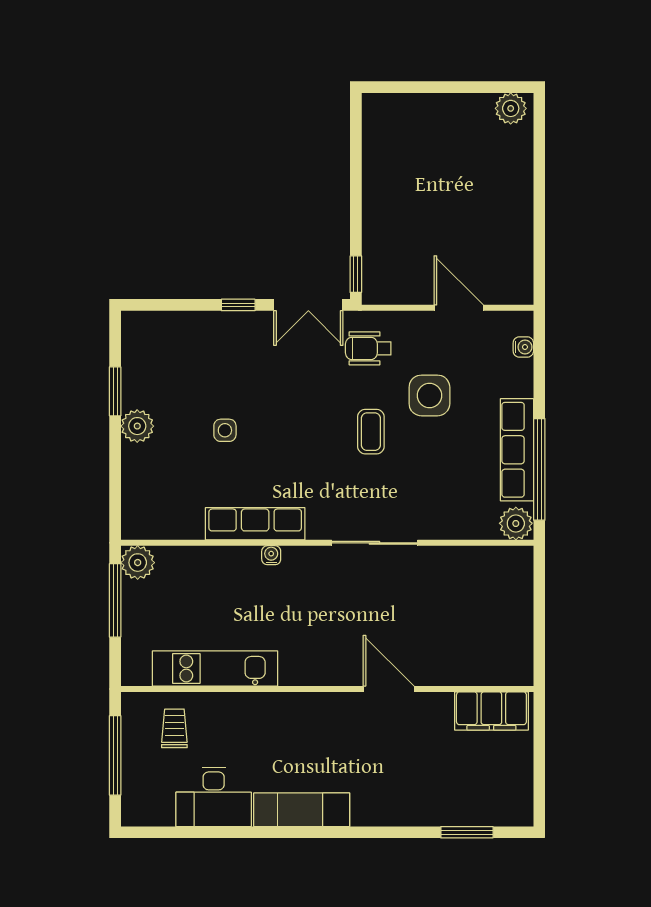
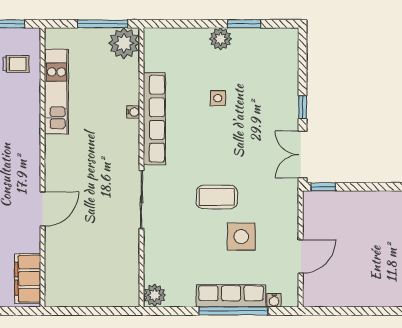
wheelchair: (368, 348) -> (273, 195), removed
coffee table: (371, 432) -> (217, 197), width x1.36, depth x1.30
row of seats: (517, 450) -> (231, 296), moved
window: (539, 469) -> (233, 311), moved
row of seats: (255, 524) -> (154, 119), width x1.36
water cooler: (271, 555) -> (133, 112), moved
plant: (138, 563) -> (124, 43), width x1.36, depth x1.36

